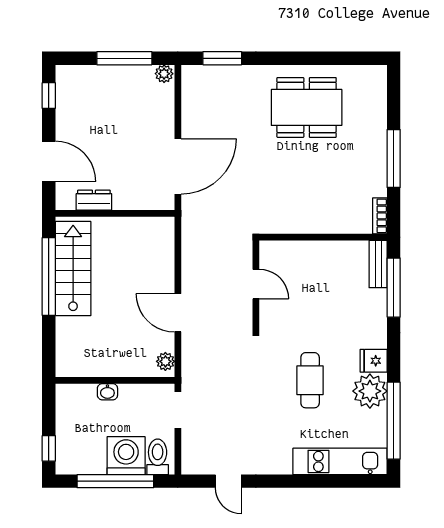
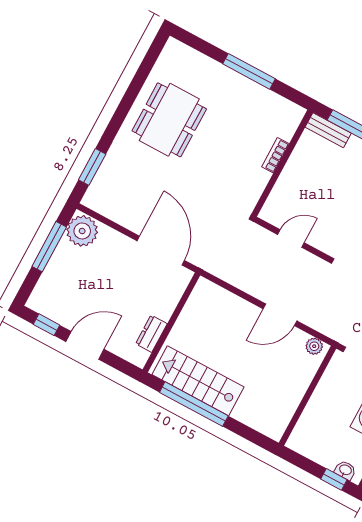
plant: (164, 74) -> (82, 231), width x1.87, depth x1.87
door: (49, 161) -> (85, 345), moved
bookcase: (380, 216) -> (275, 155), moved, turned 90
washbasin: (107, 392) -> (345, 470), moved, turned -90

